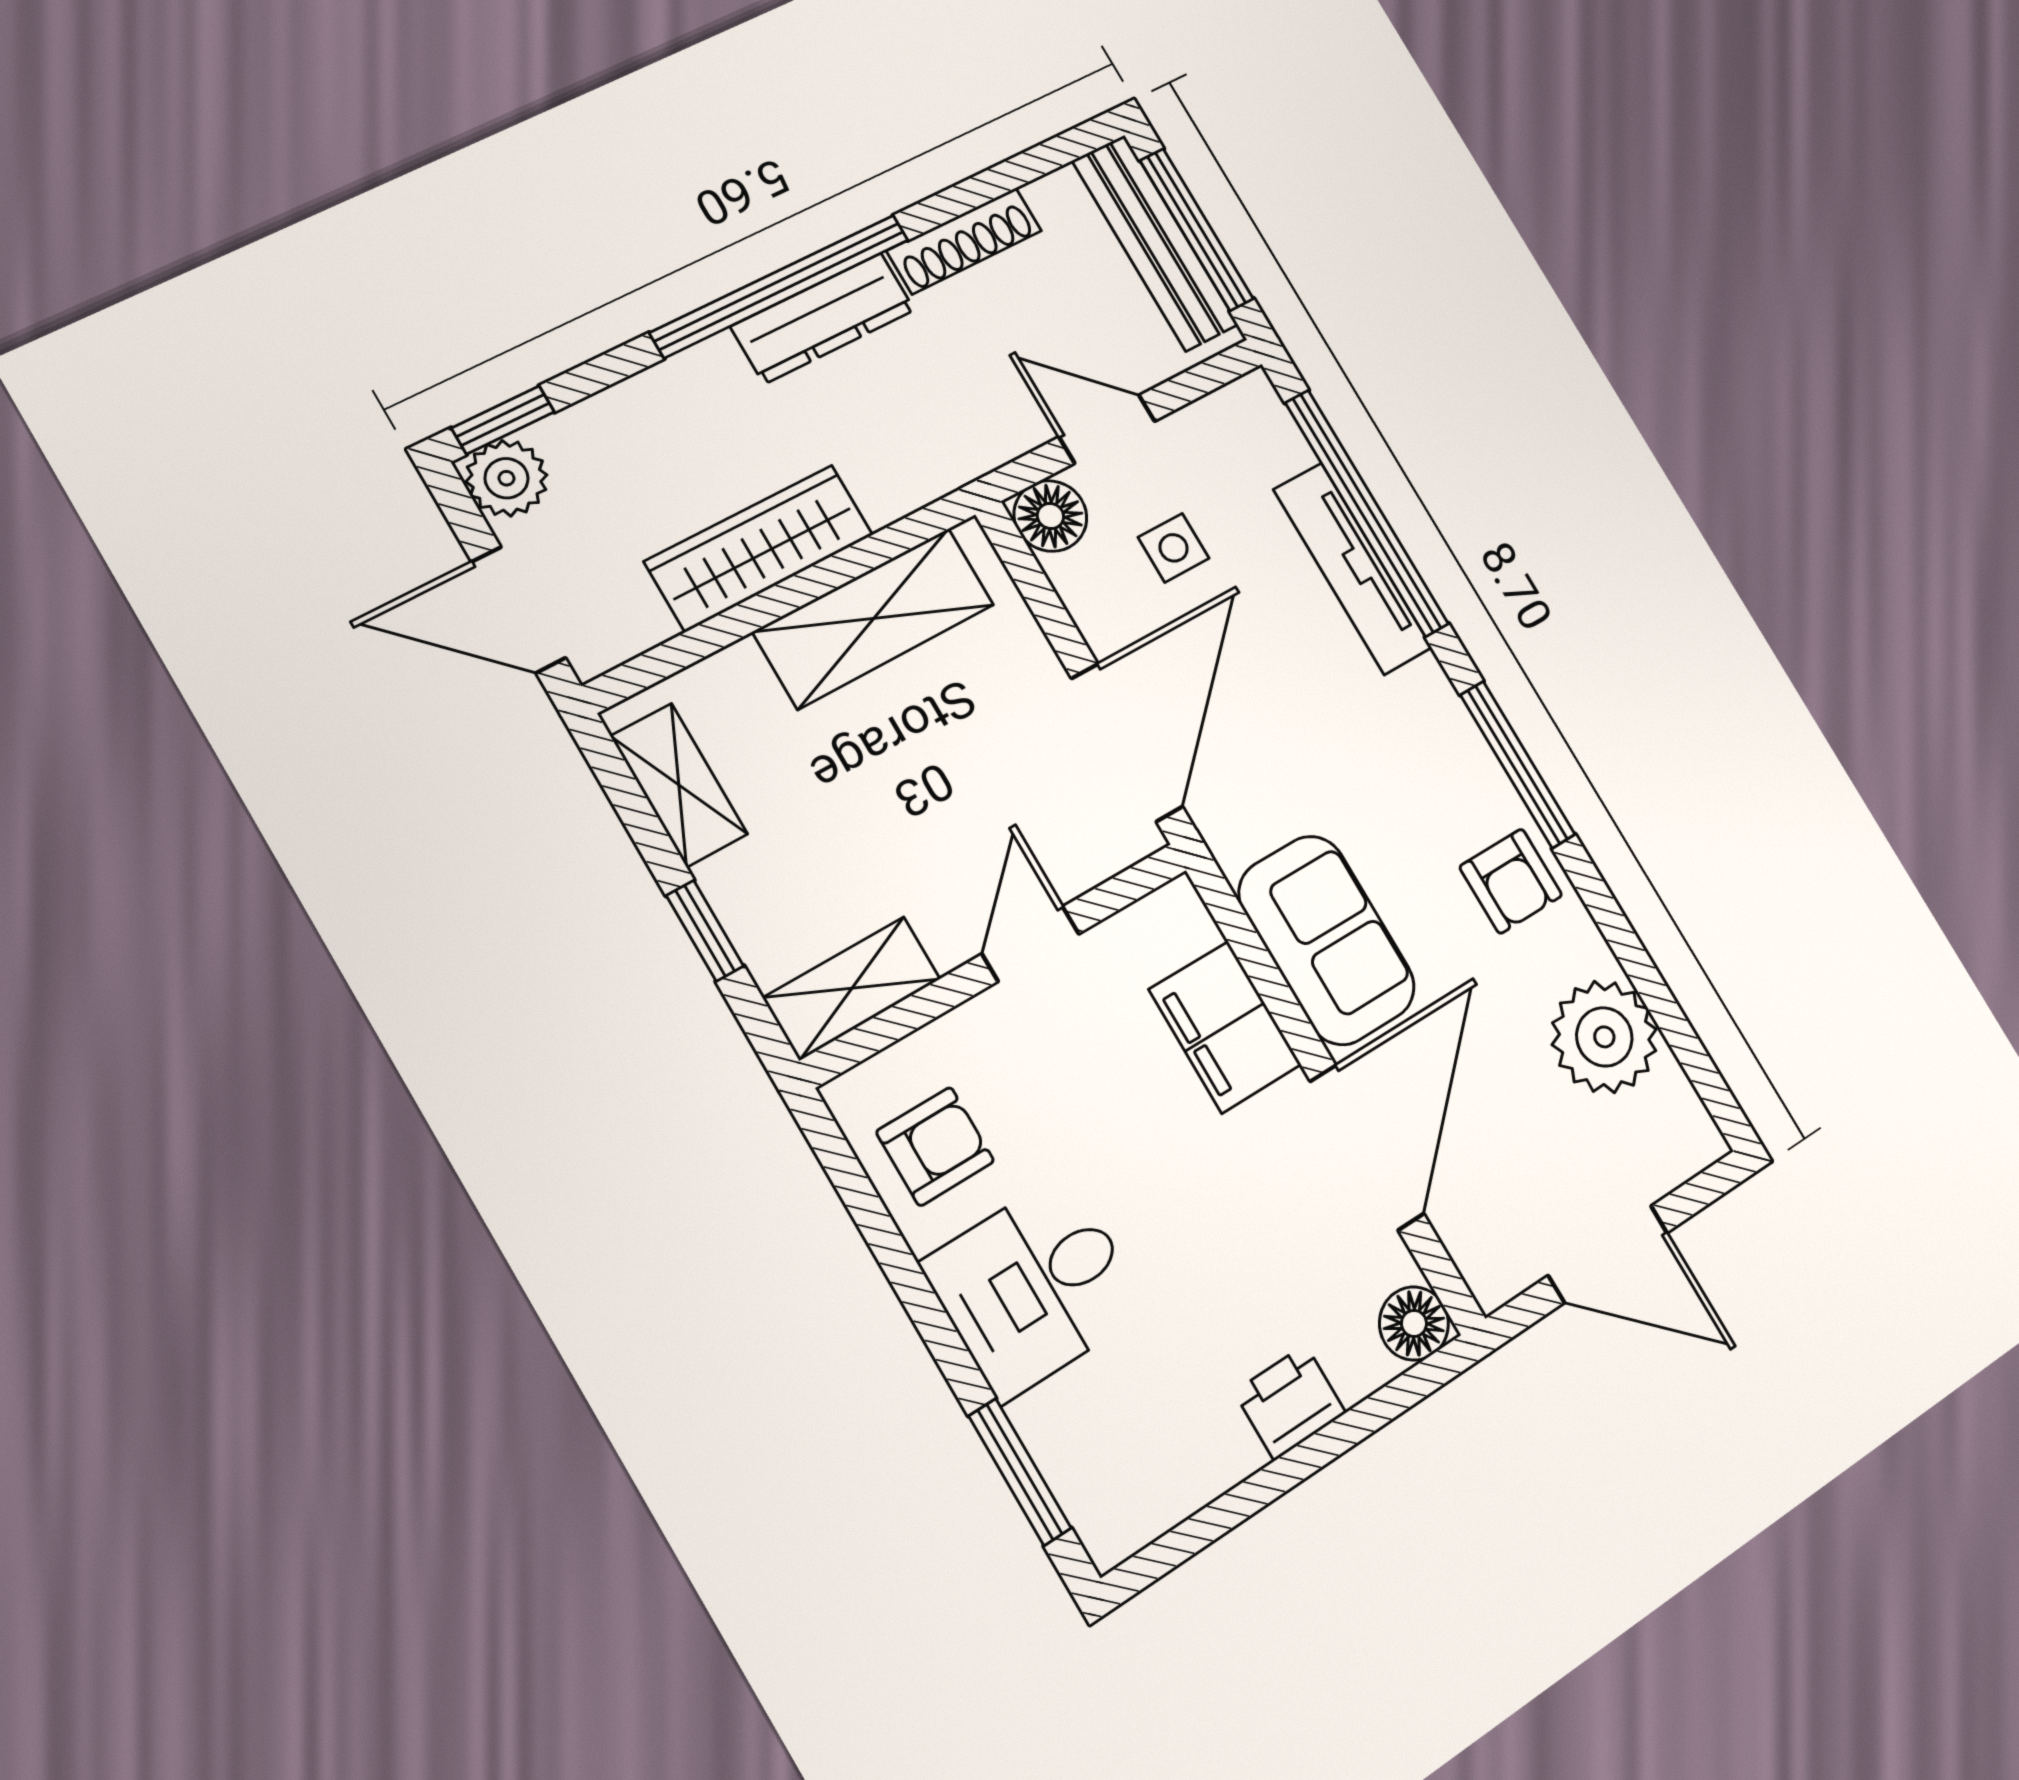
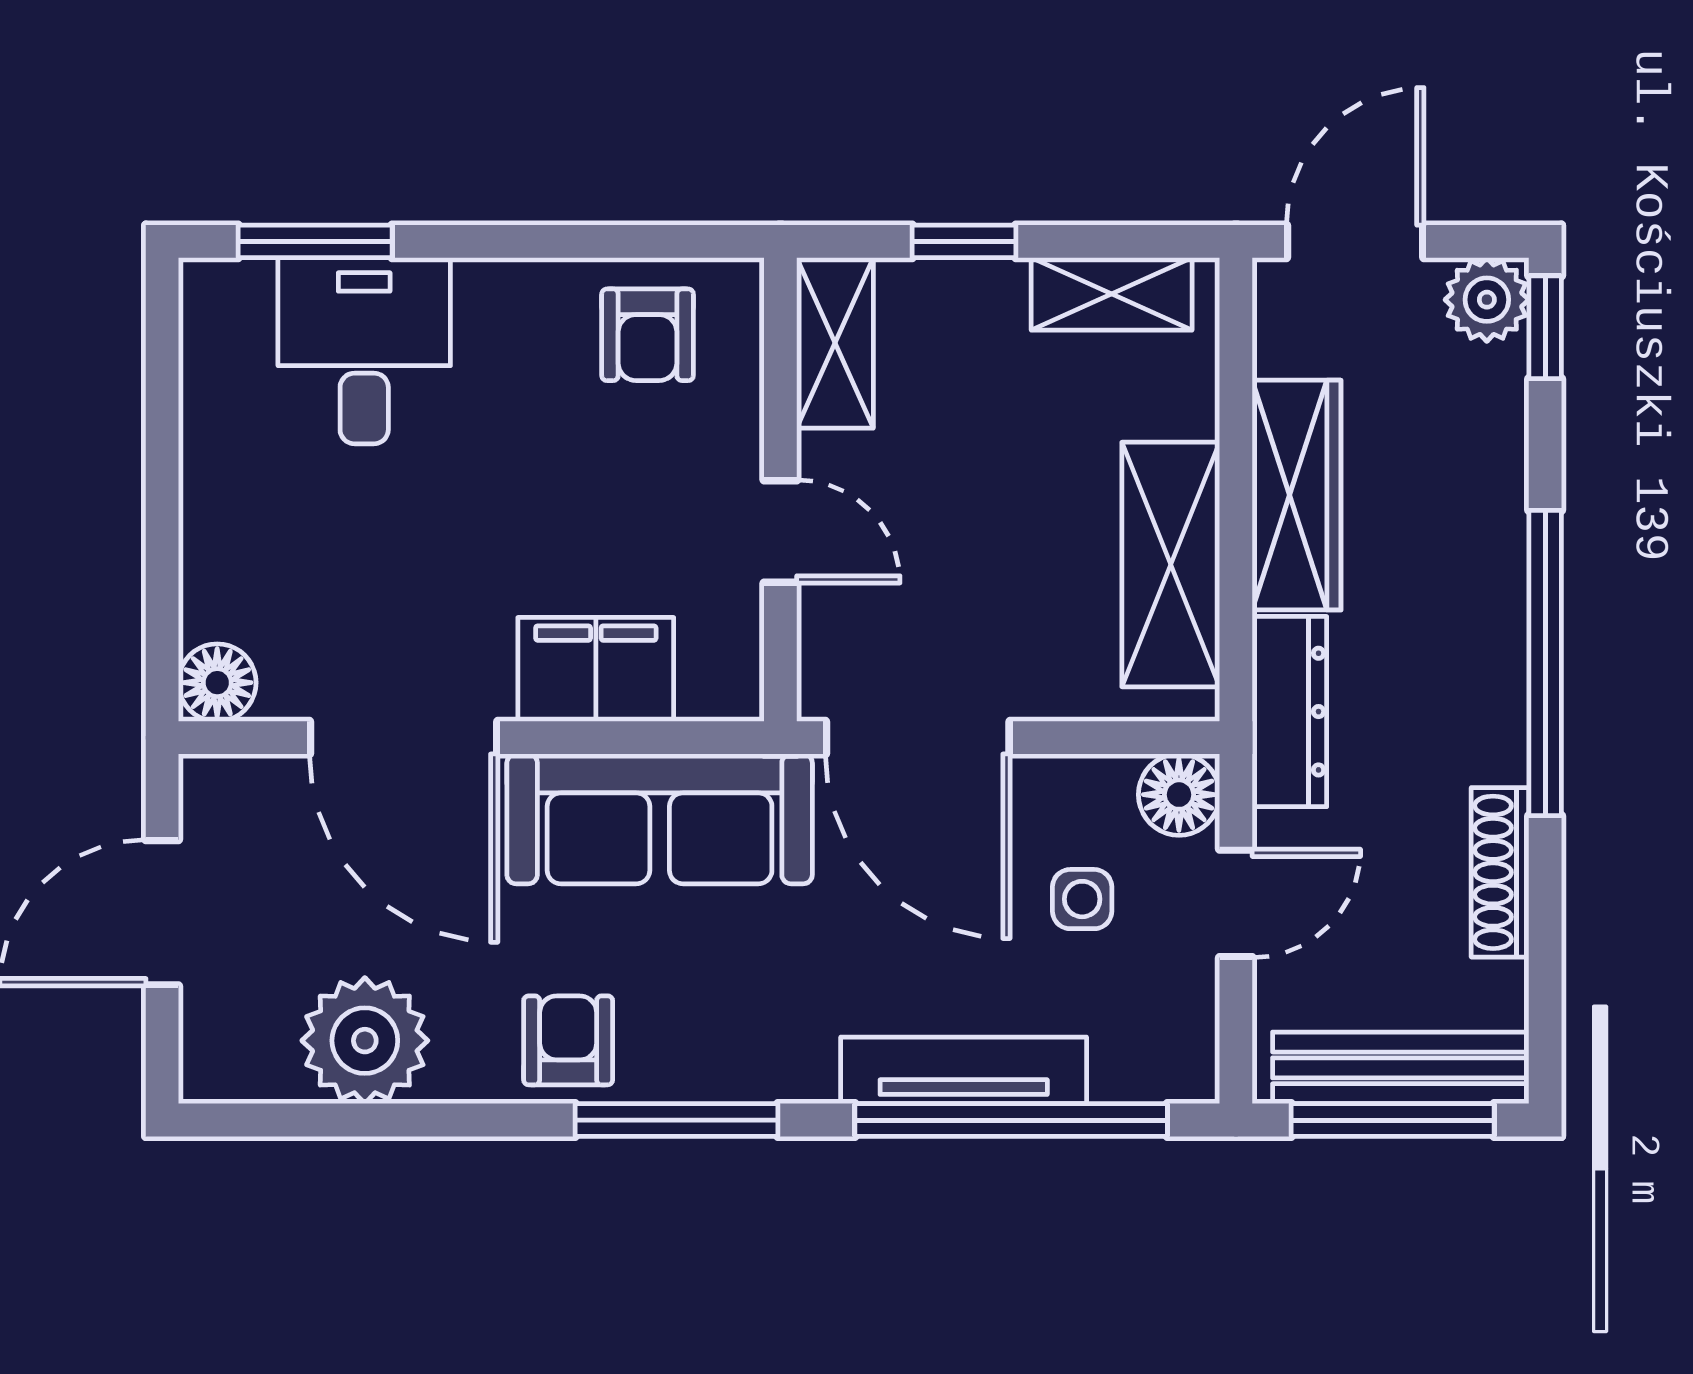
dresser: (823, 318) -> (1289, 712), moved, turned 180
armchair: (1511, 881) -> (568, 1040), turned 90
sofa: (1327, 940) -> (660, 819), width x1.36
desk: (1035, 1287) -> (364, 351), moved
printer: (1290, 1402) -> (221, 522), removed

